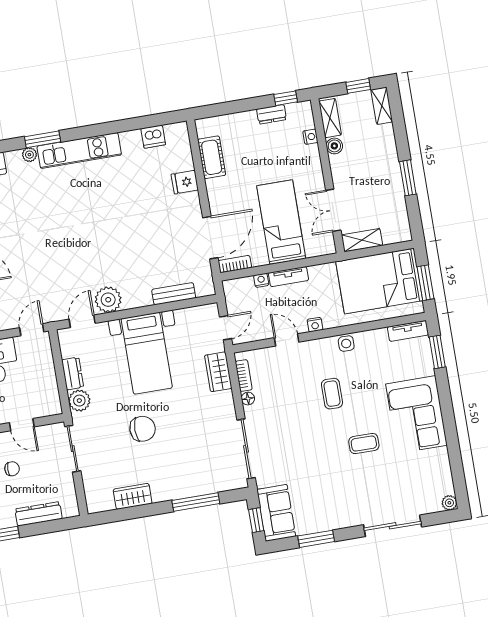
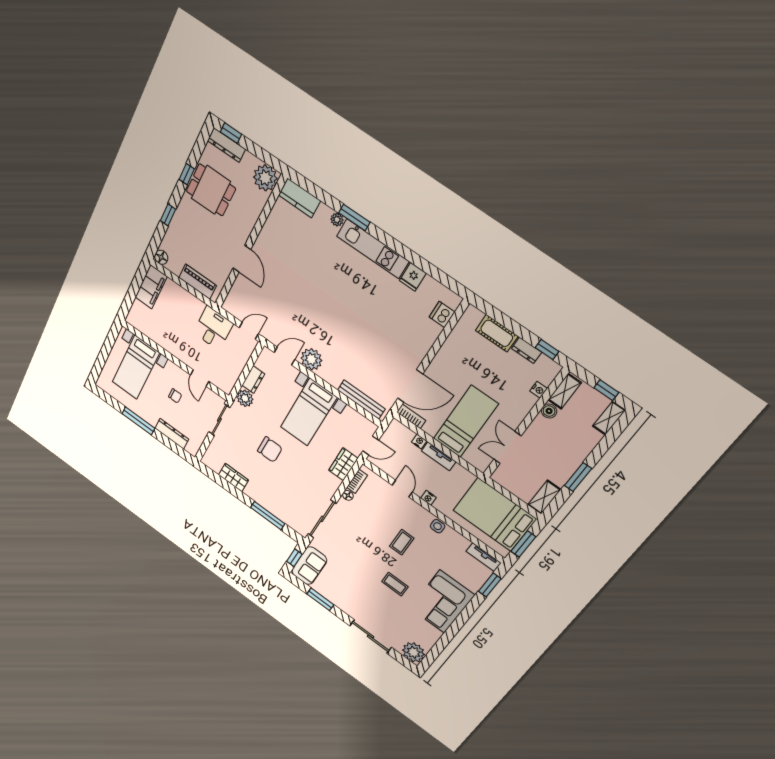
dishwasher: (153, 137) -> (442, 315), moved, turned 90
cot: (212, 157) -> (497, 333), moved, turned 90
fridge: (185, 182) -> (413, 277), moved, turned -90
shelving: (362, 240) -> (544, 497), moved, turned 90
bench: (174, 294) -> (361, 399), width x1.36
plant: (449, 503) -> (413, 652), width x1.87, depth x1.87

